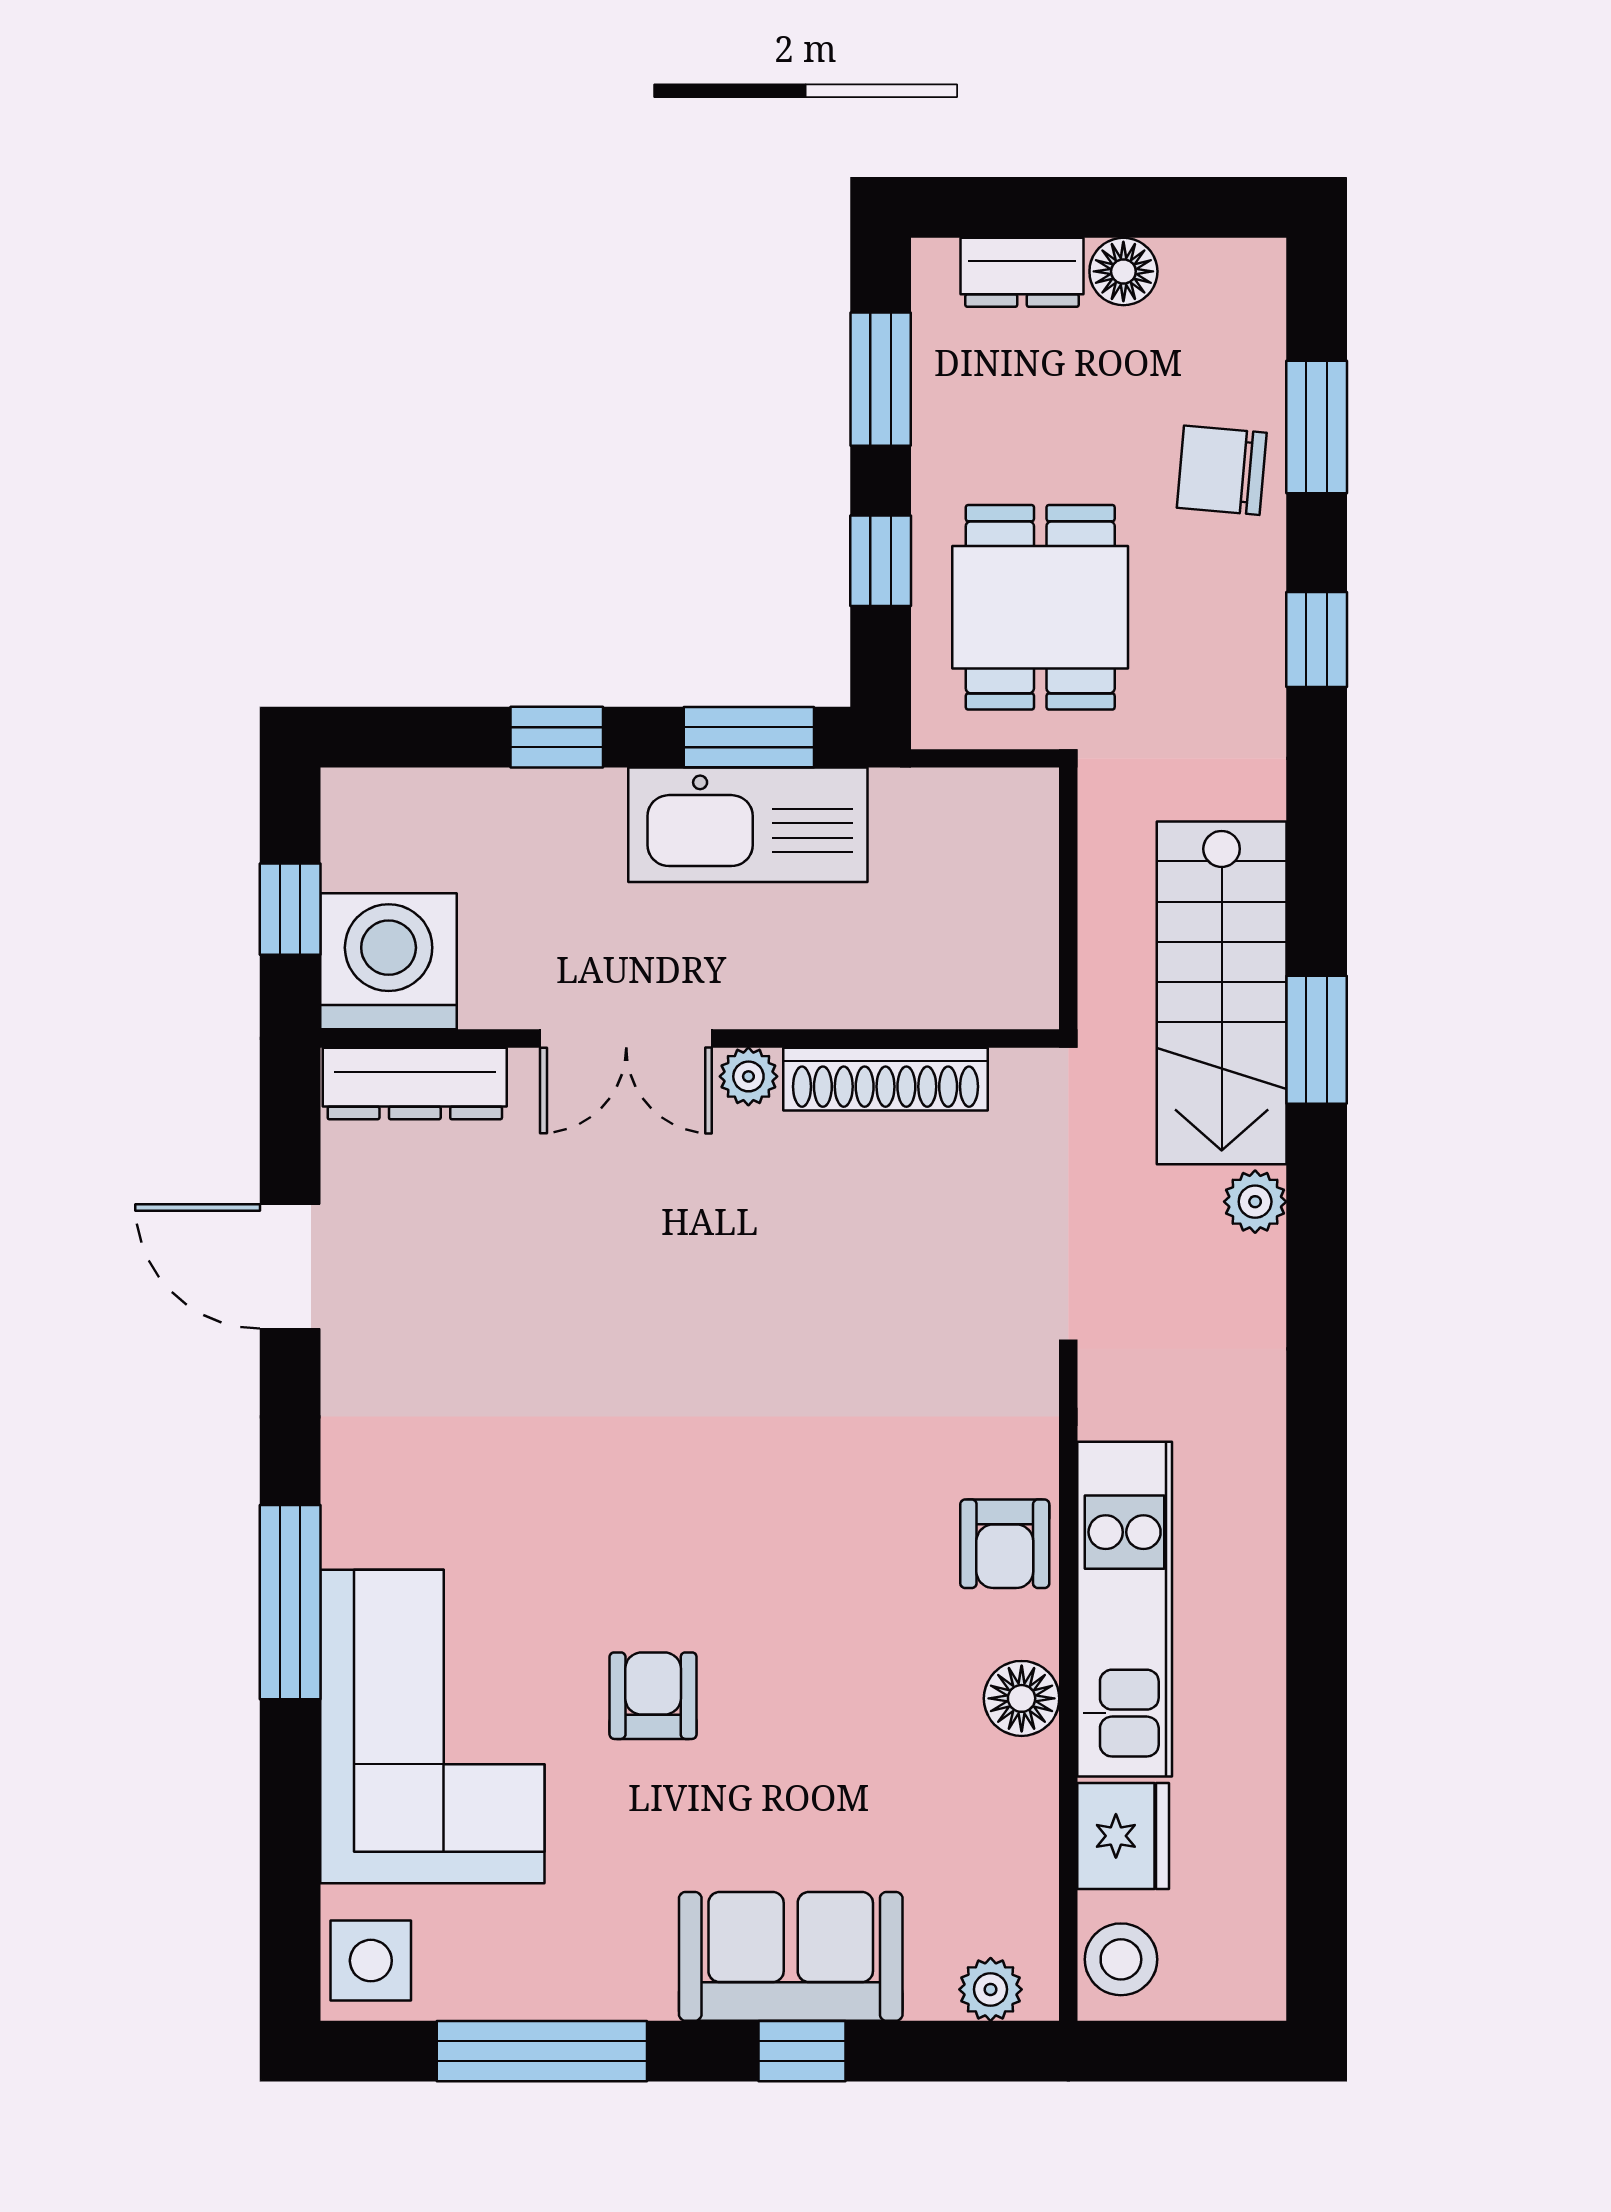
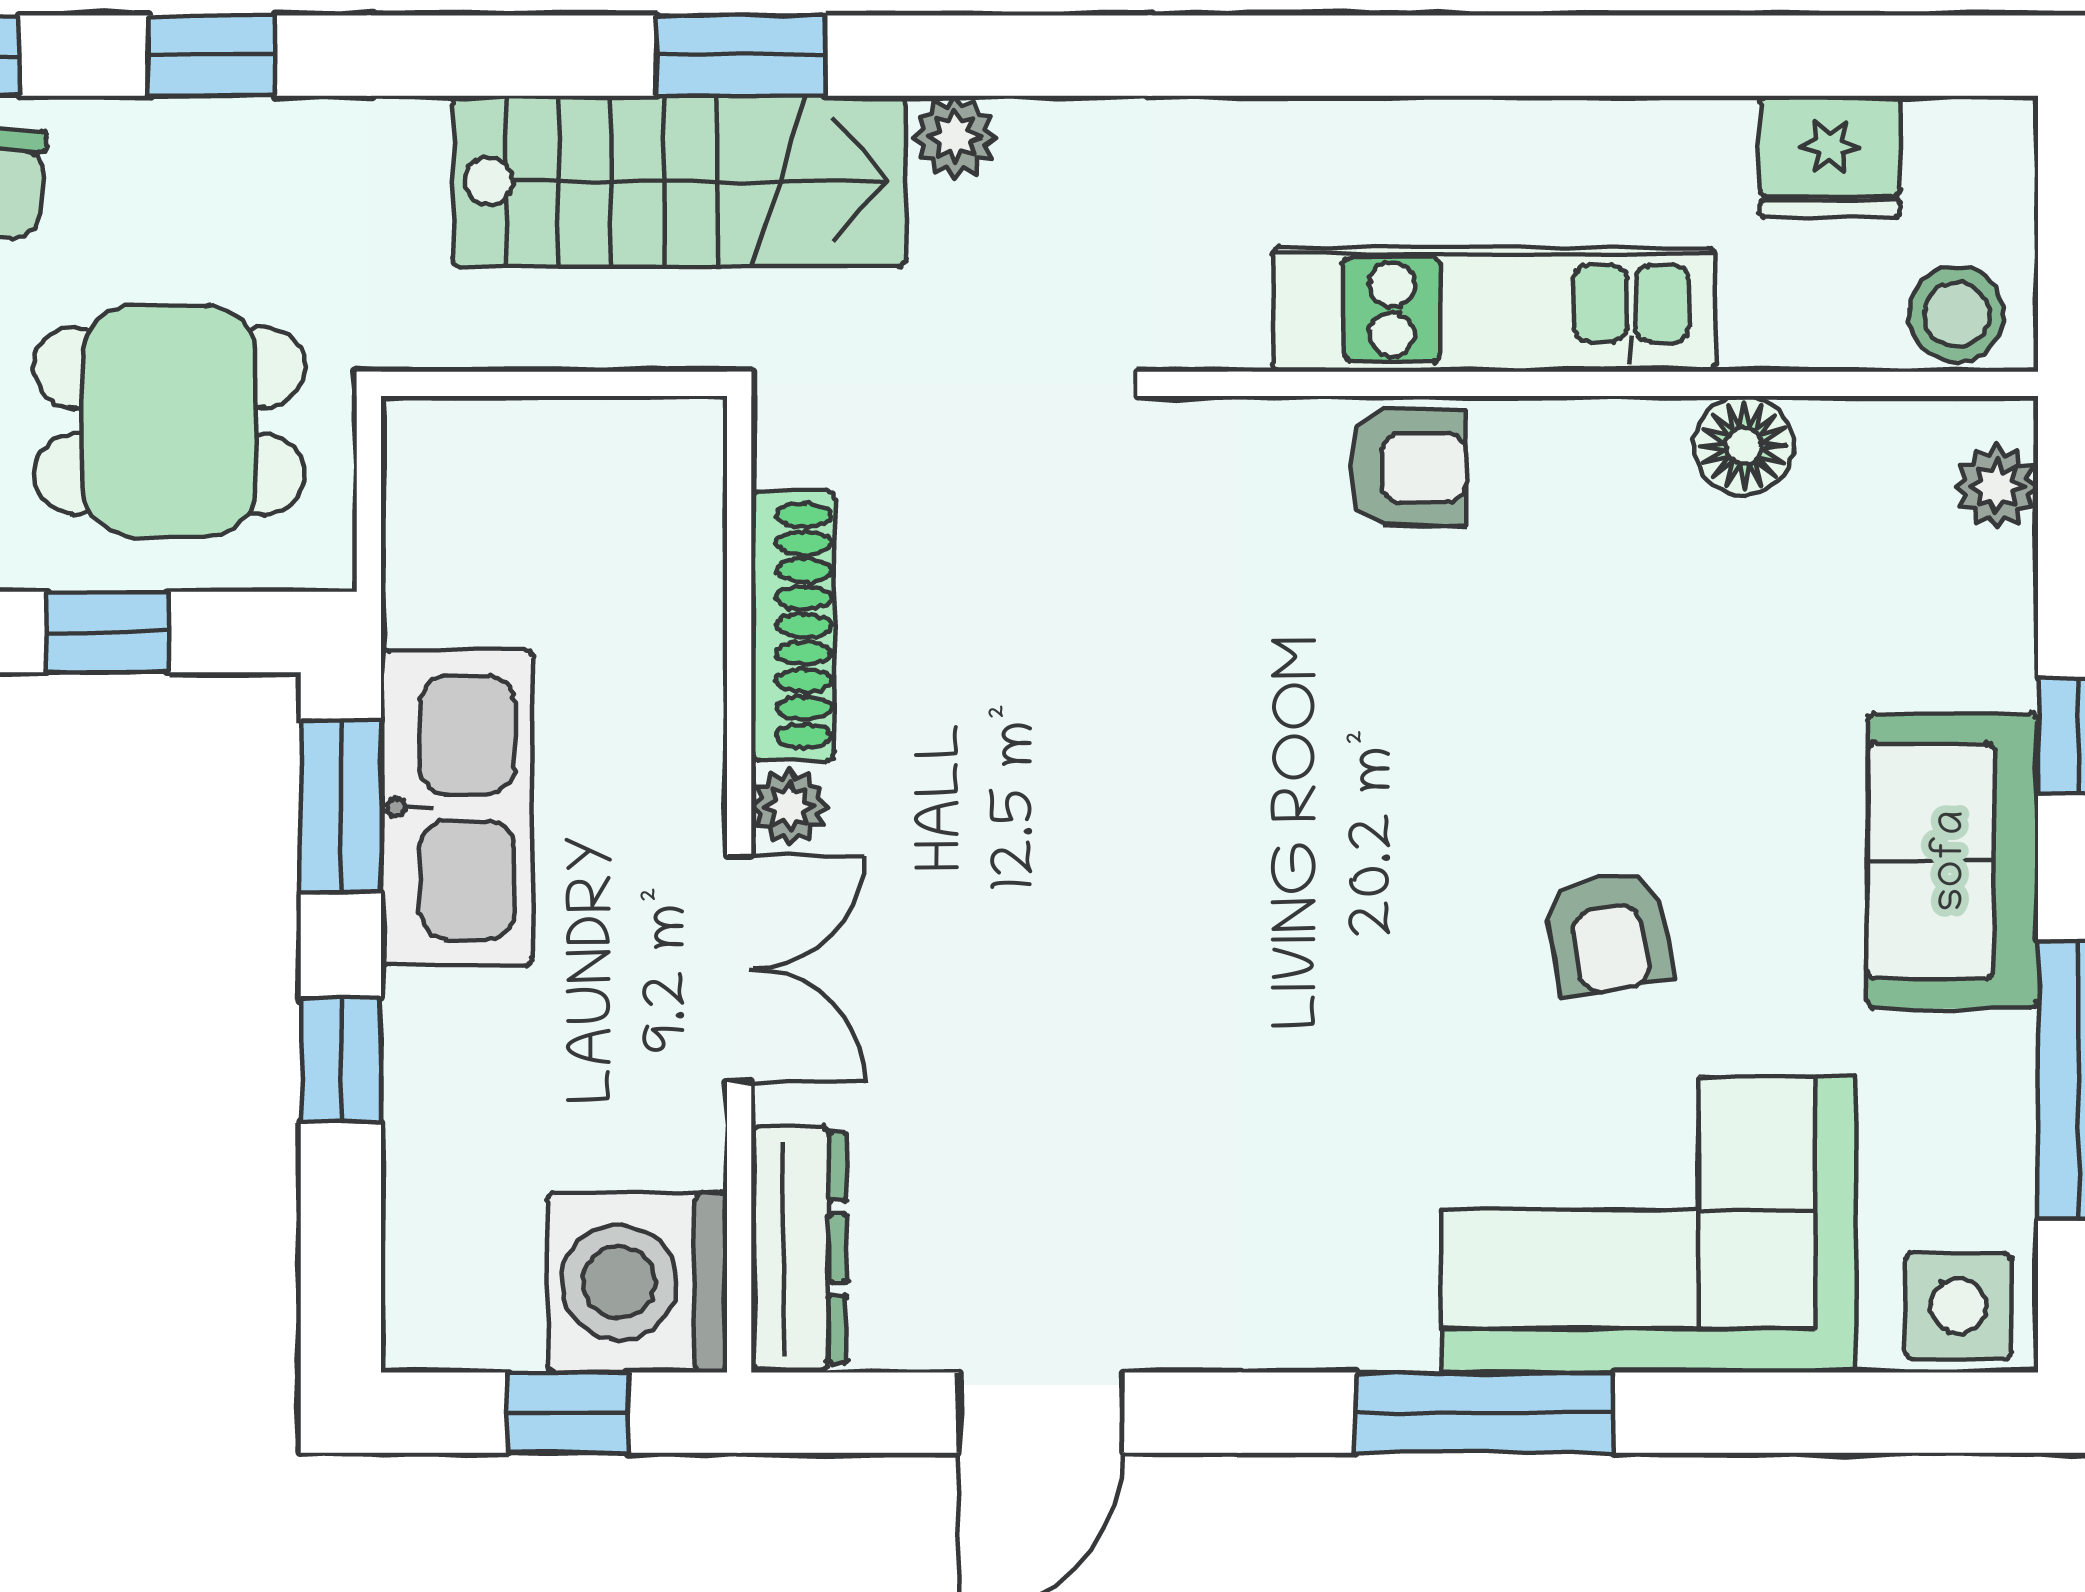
armchair: (653, 1696) -> (1608, 933), turned -100
floor lamp: (1022, 1698) -> (1744, 446), moved
fridge: (1123, 1836) -> (1830, 156), moved, turned 180
sofa: (791, 1956) -> (1953, 861), moved

